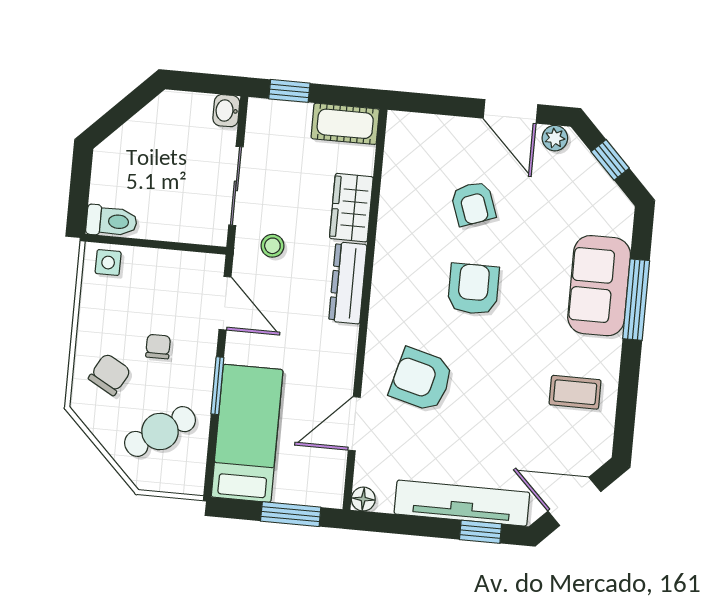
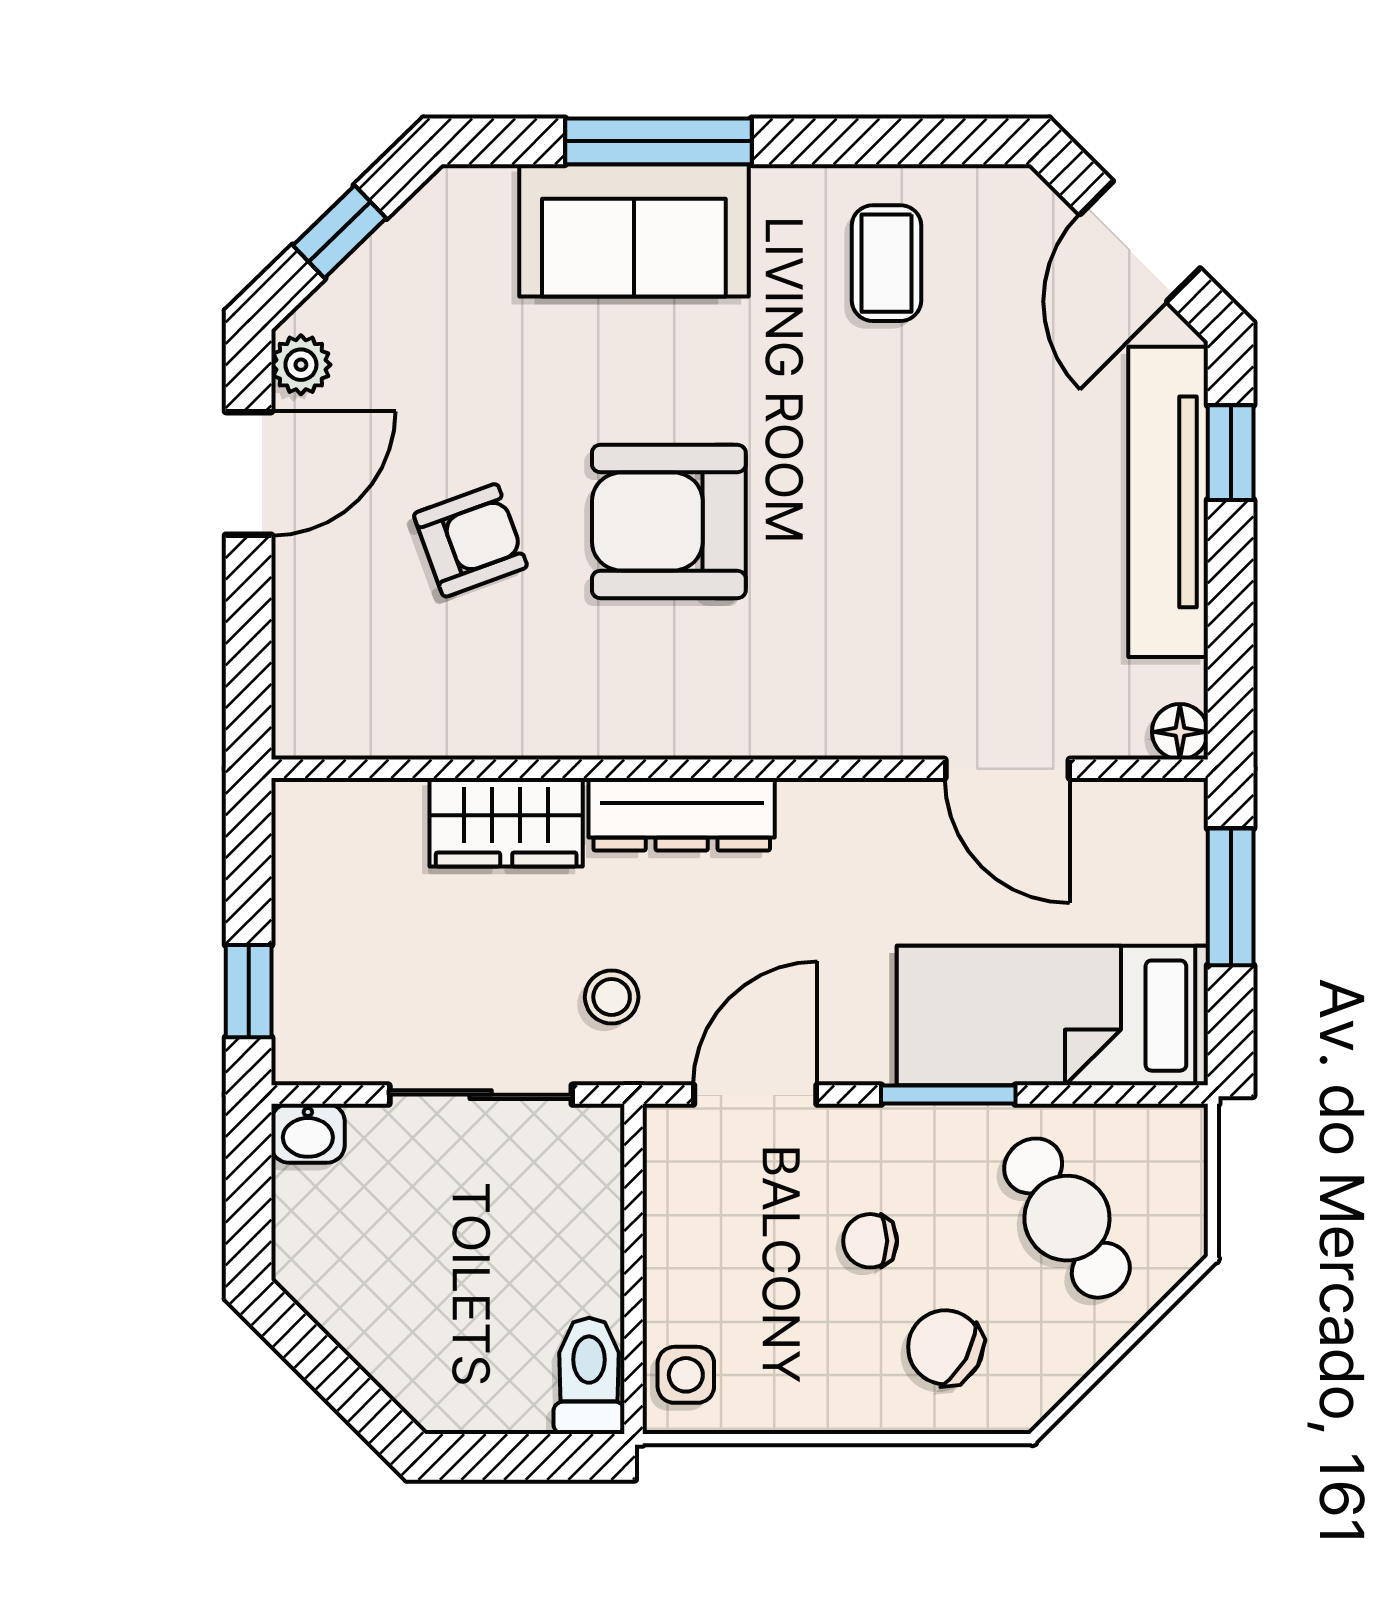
cot: (345, 124) -> (313, 854), removed
armchair: (473, 289) -> (669, 521), width x1.36, depth x1.36
armchair: (421, 380) -> (890, 623), removed

